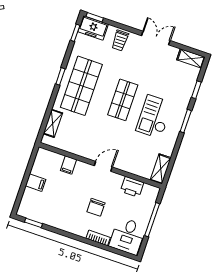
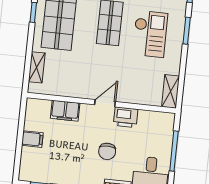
checkout: (154, 117) -> (150, 34), turned 180
filing cabinet: (68, 165) -> (65, 111), width x2.00
printer: (132, 187) -> (126, 117), moved

